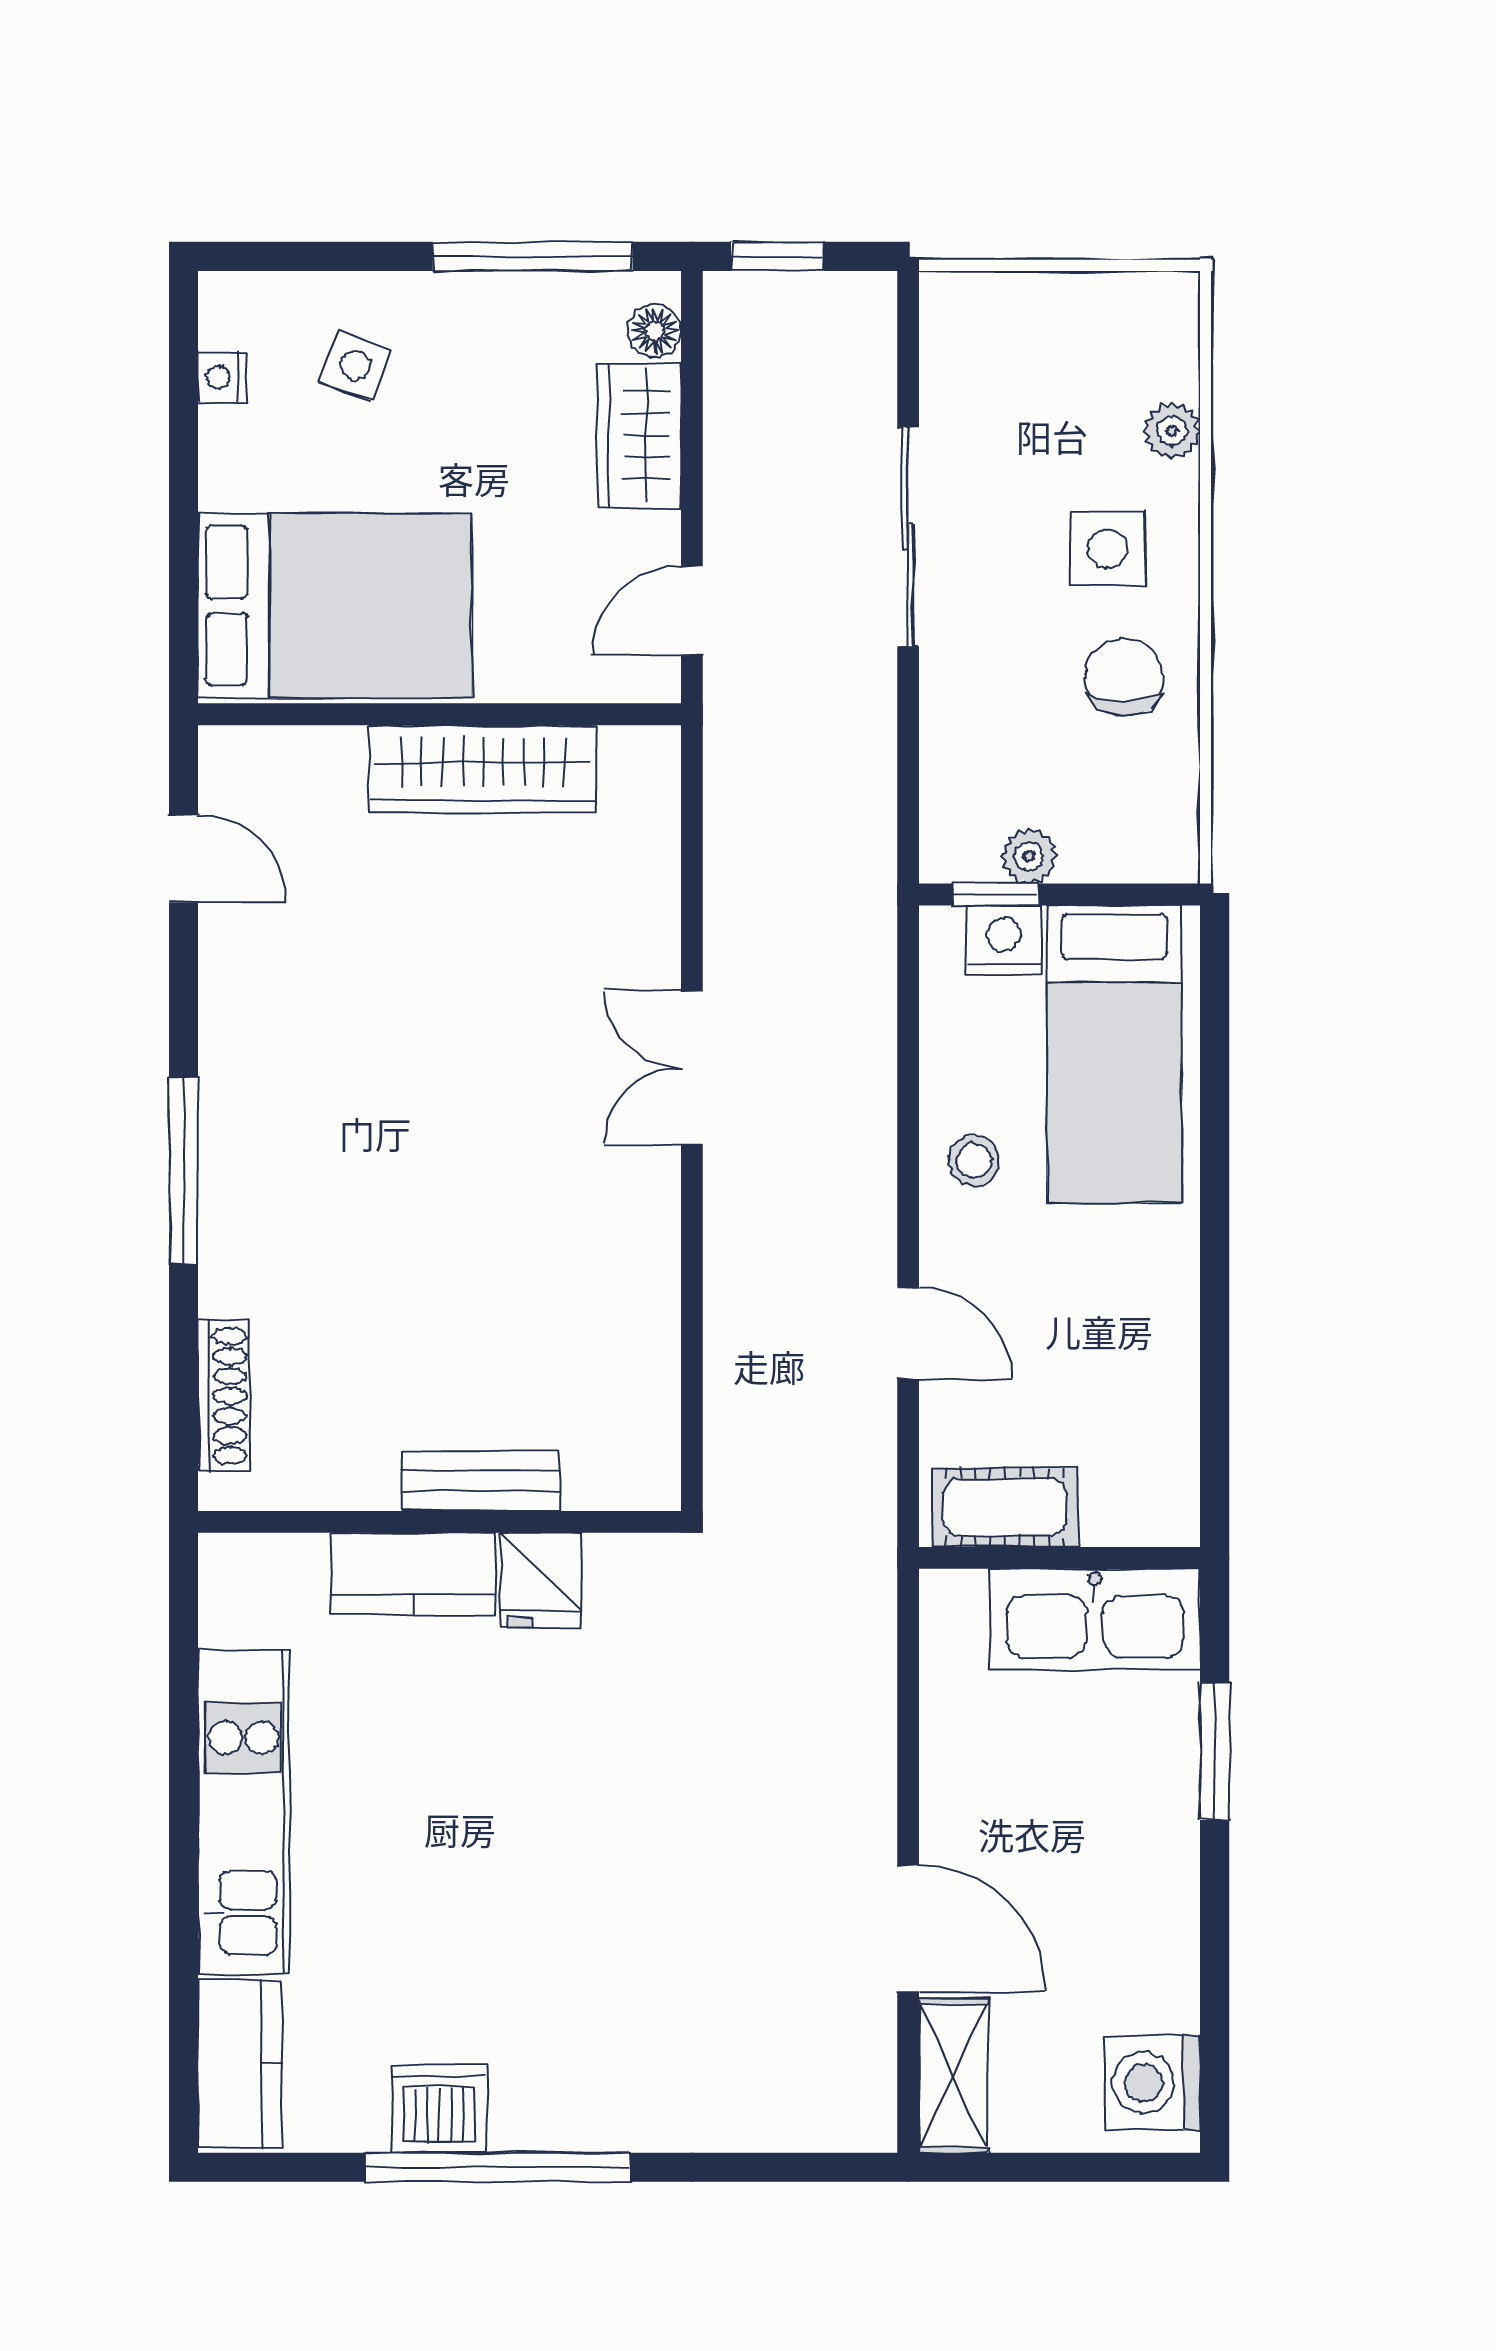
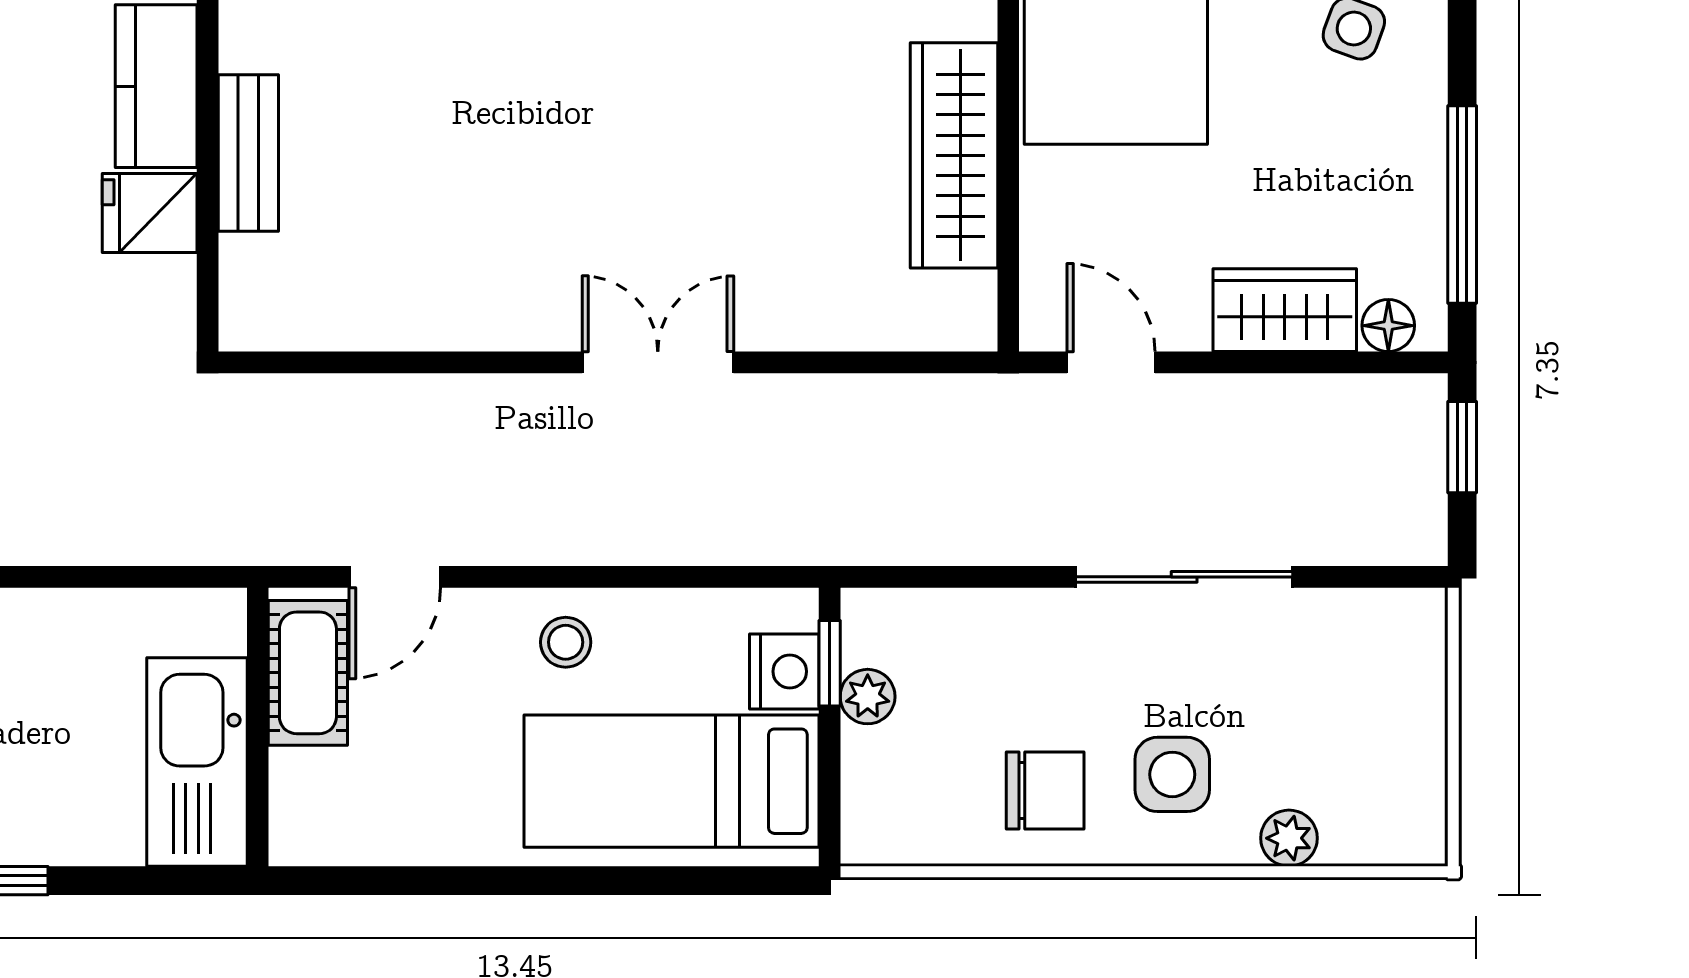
cot: (1005, 1507) -> (308, 673), moved
wall: (1060, 1558) -> (258, 727), moved
kitchen sink: (1095, 1619) -> (197, 762), moved

